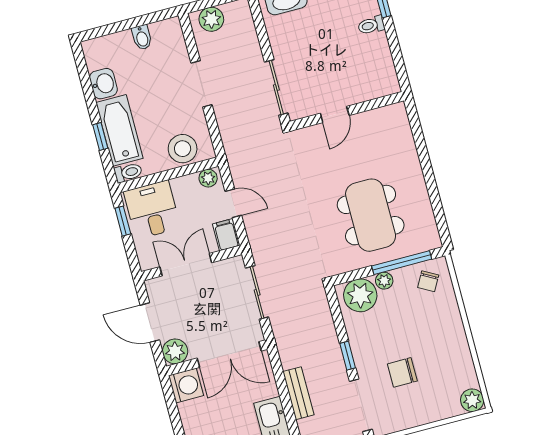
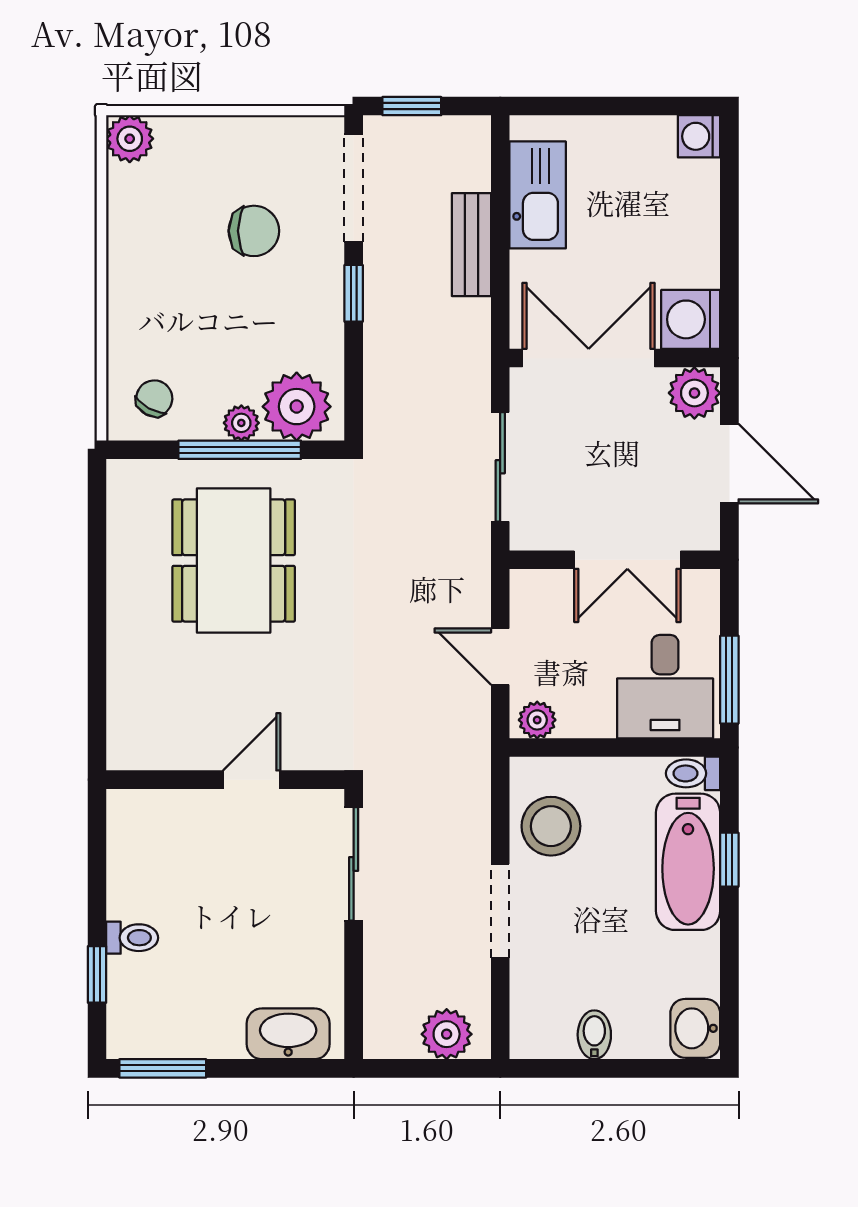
washbasin: (103, 84) -> (695, 1028), moved
stool: (183, 149) -> (551, 826), moved
window: (123, 221) -> (729, 680), width x1.50
filing cabinet: (226, 235) -> (531, 598), removed
window: (402, 263) -> (240, 450), moved

